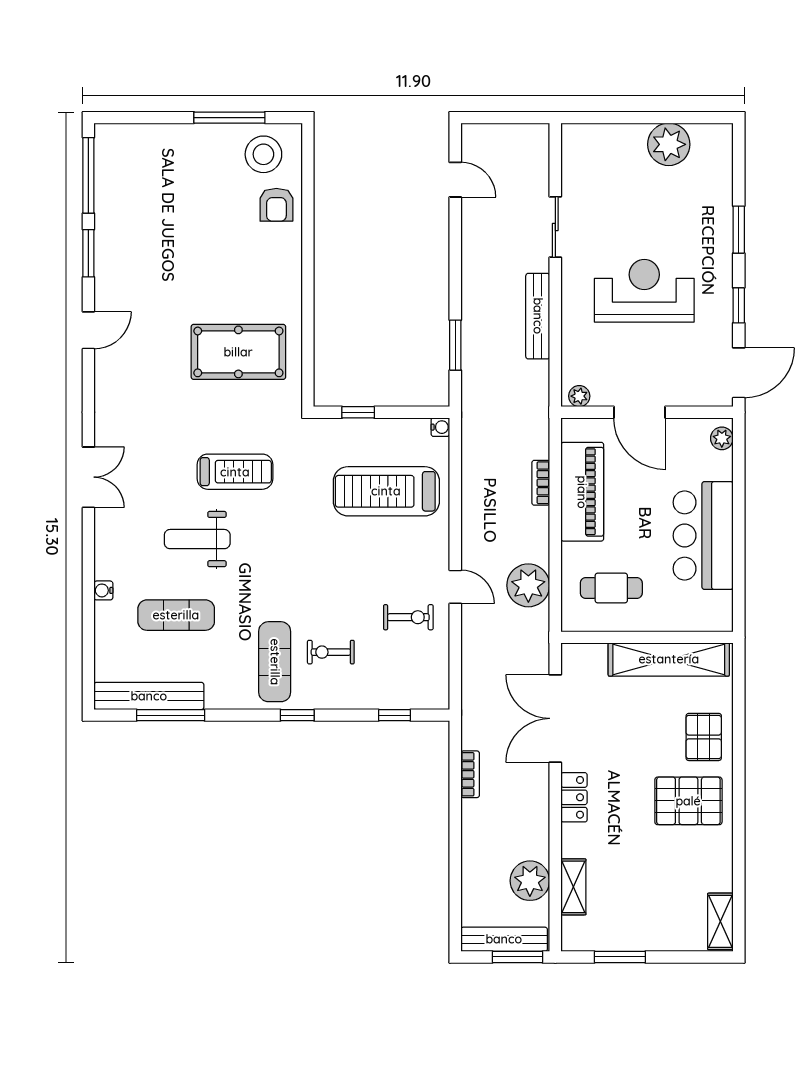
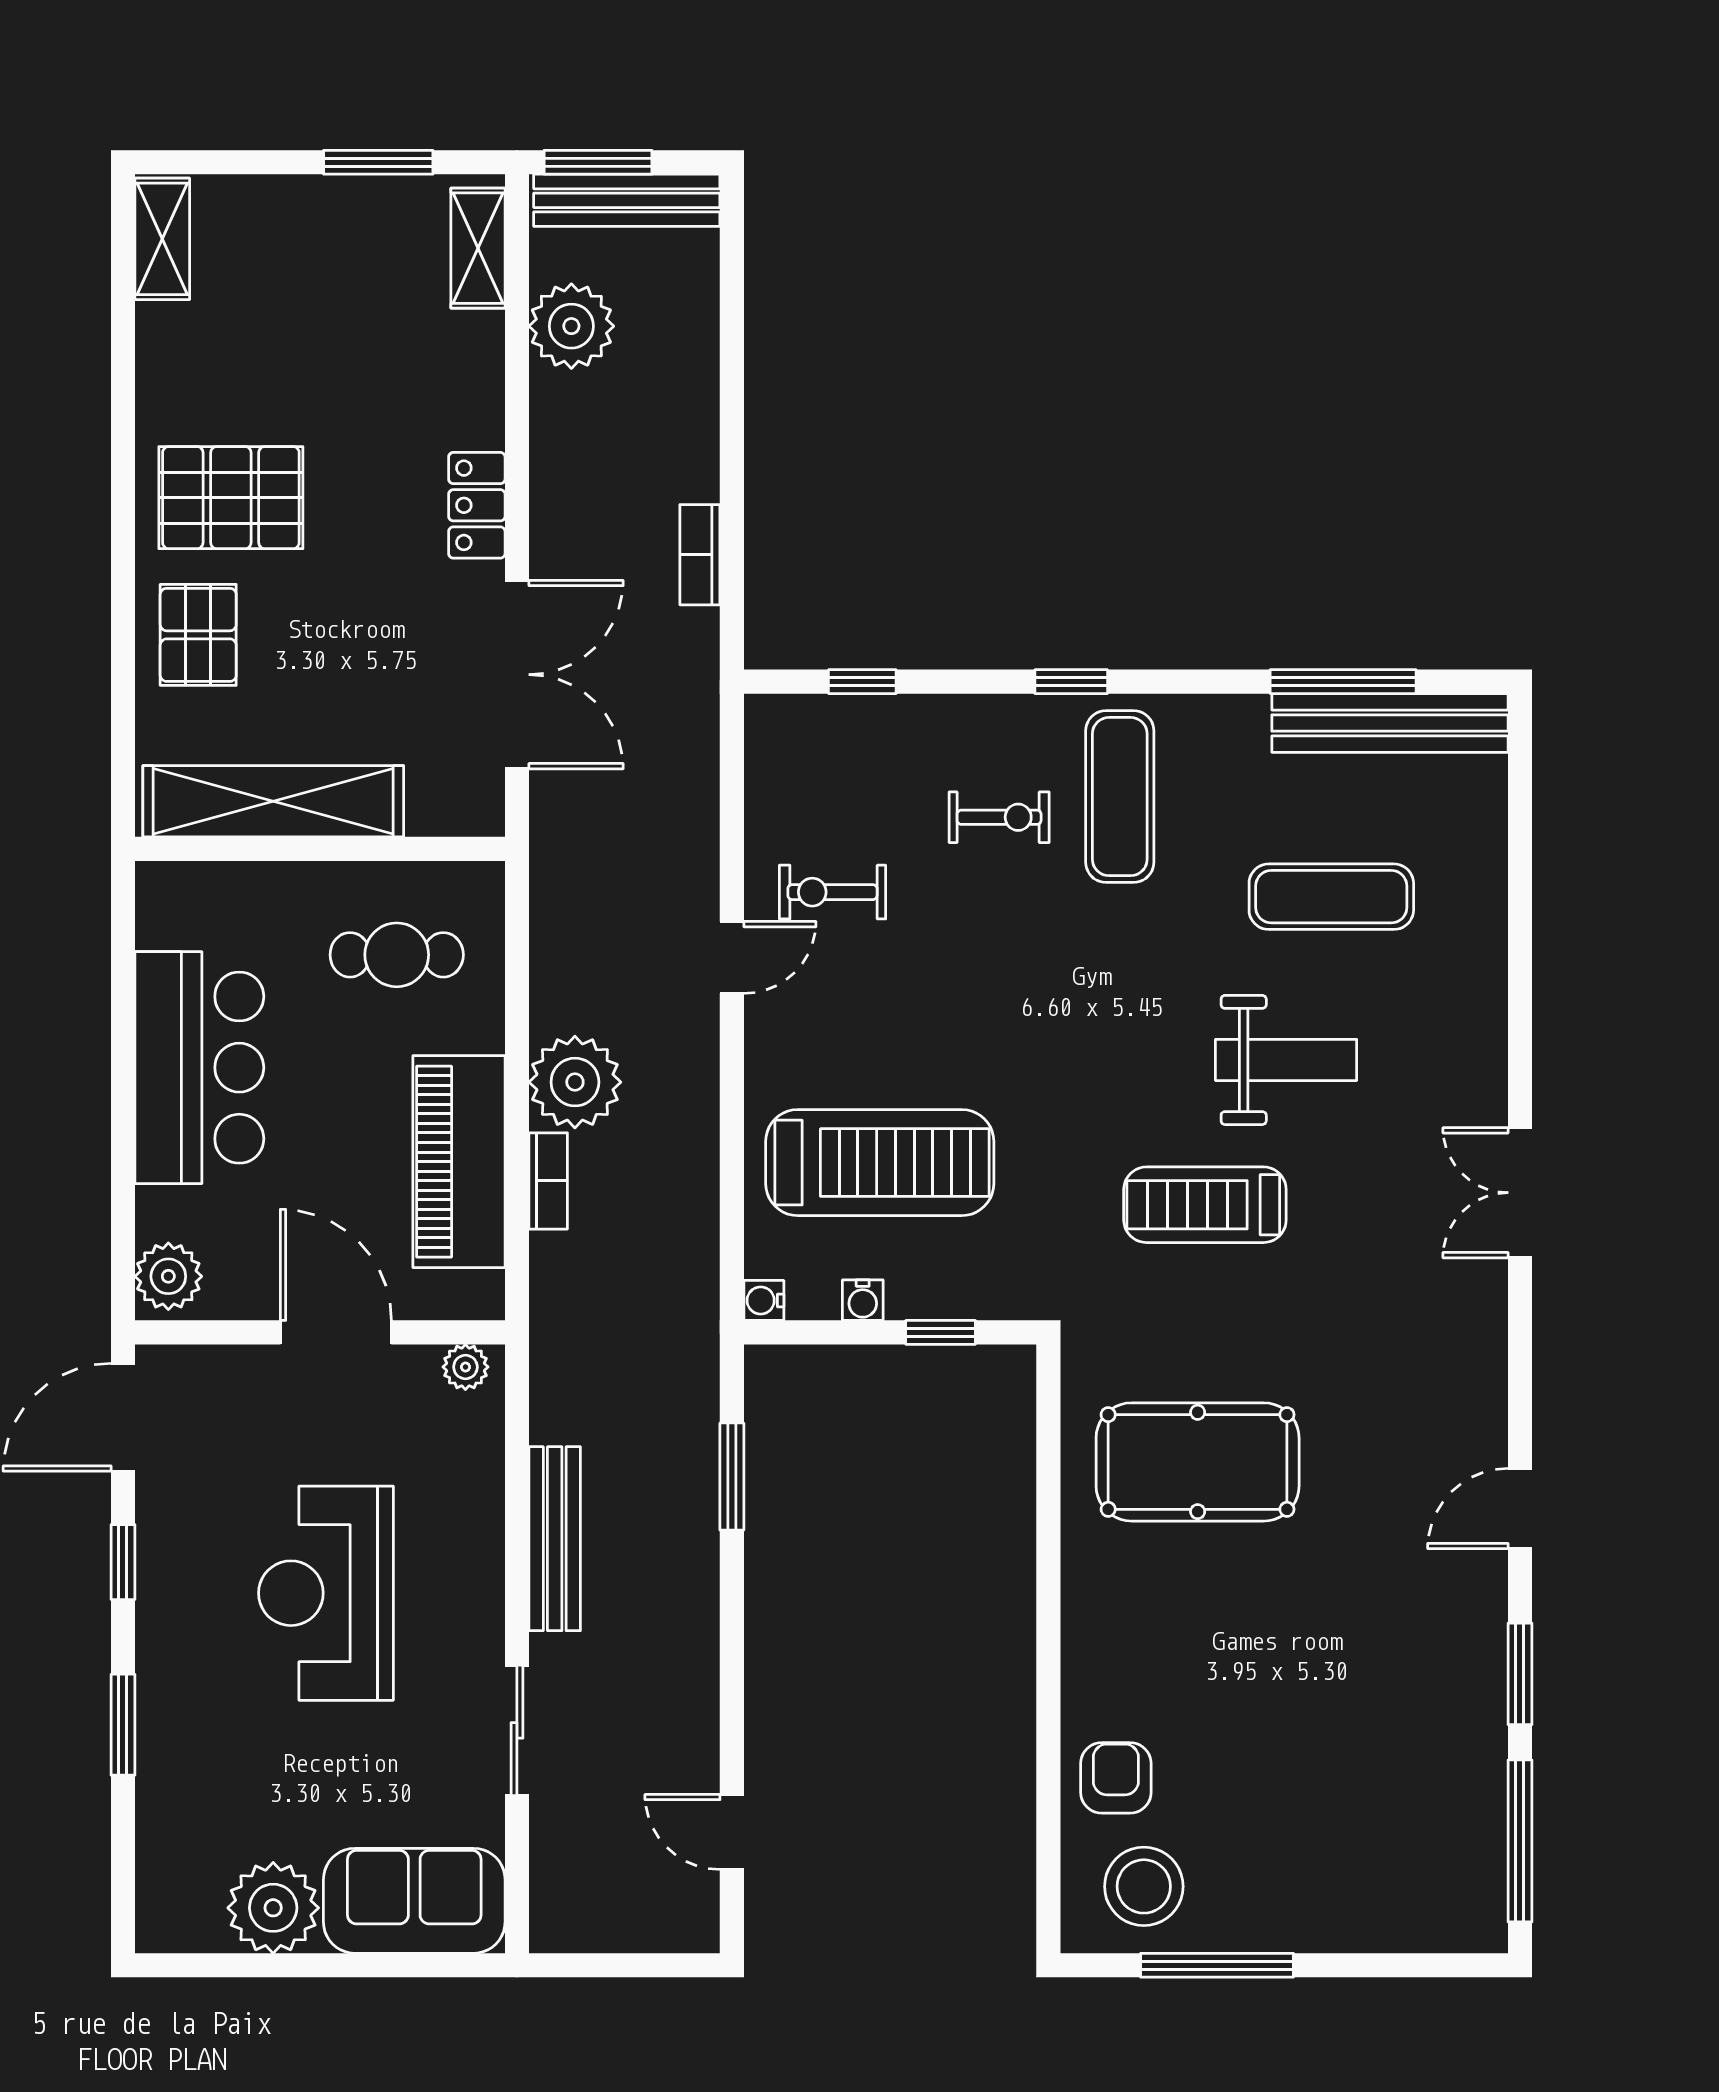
sofa: (603, 148) -> (414, 1901), added
reception desk: (644, 291) -> (326, 1593), turned 90
plant: (722, 438) -> (168, 1276), width x1.38, depth x1.38
plant: (528, 585) -> (575, 1082), moved
door: (455, 587) -> (732, 957), swing flipped
water cooler: (103, 590) -> (863, 1300), moved, turned 90
shelving: (573, 887) -> (478, 248), moved

